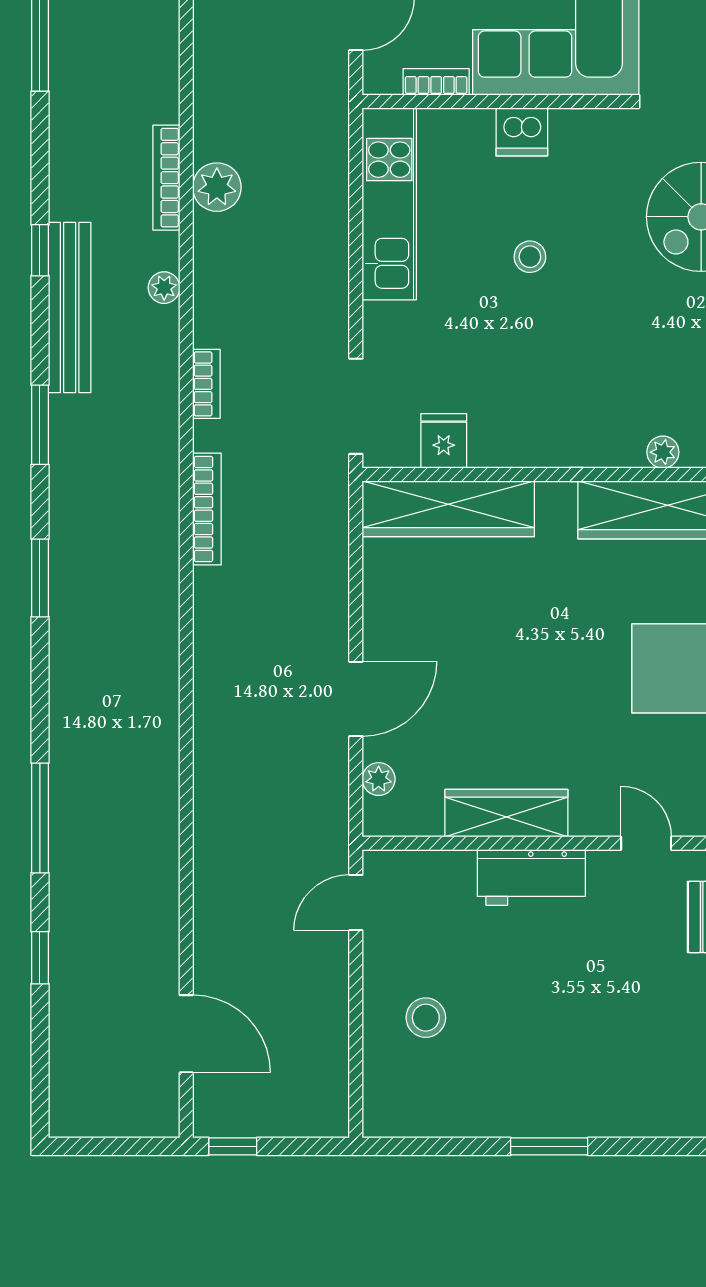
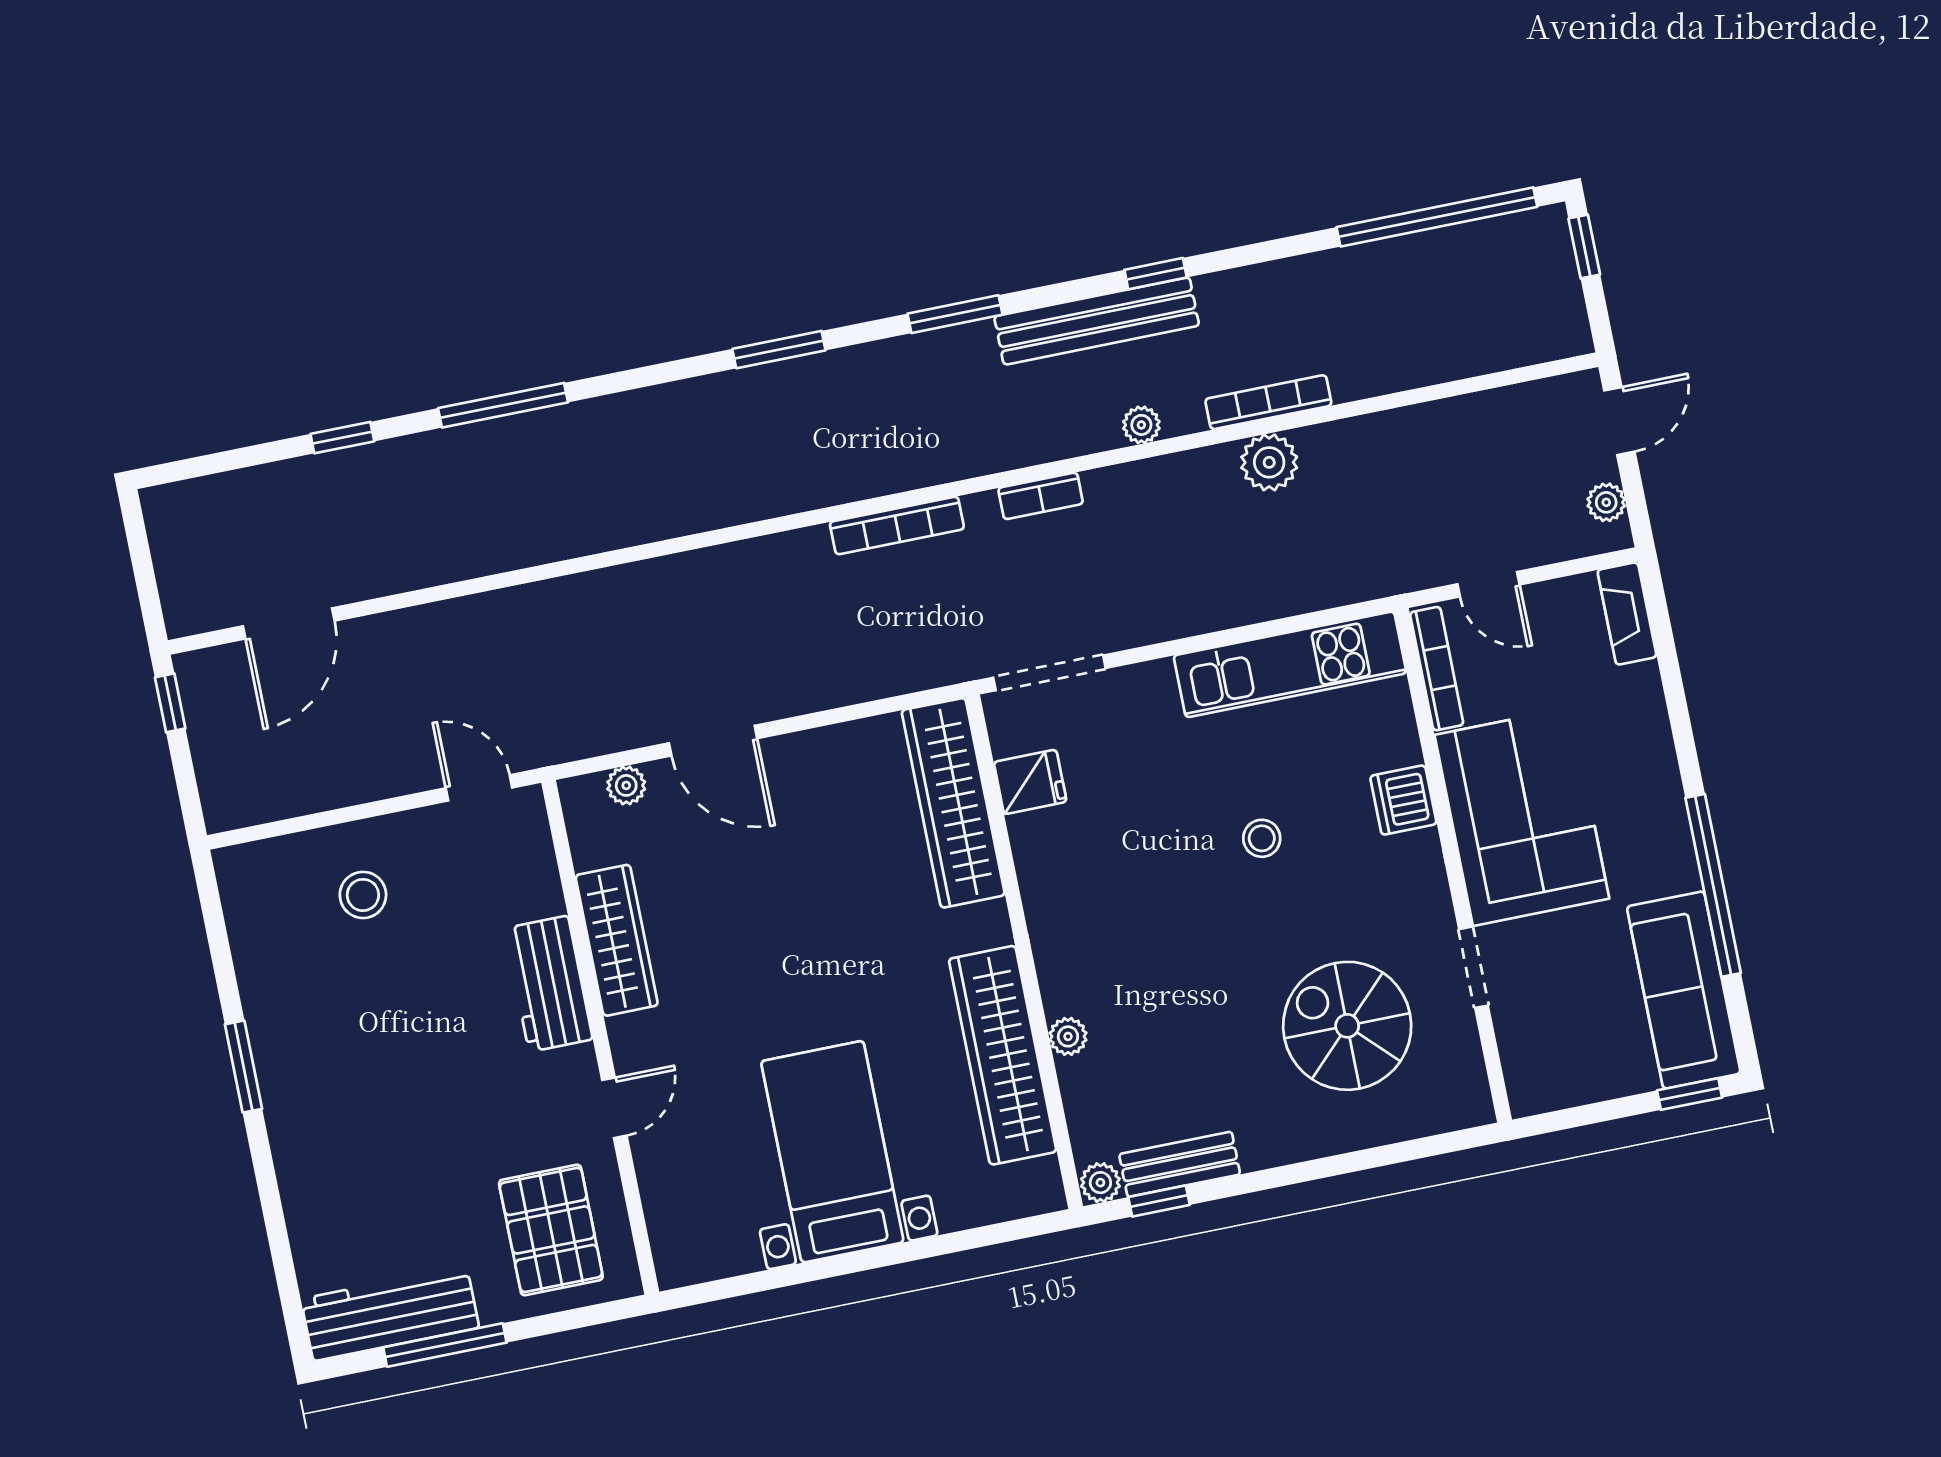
bookcase: (436, 82) -> (1437, 669), width x1.56

